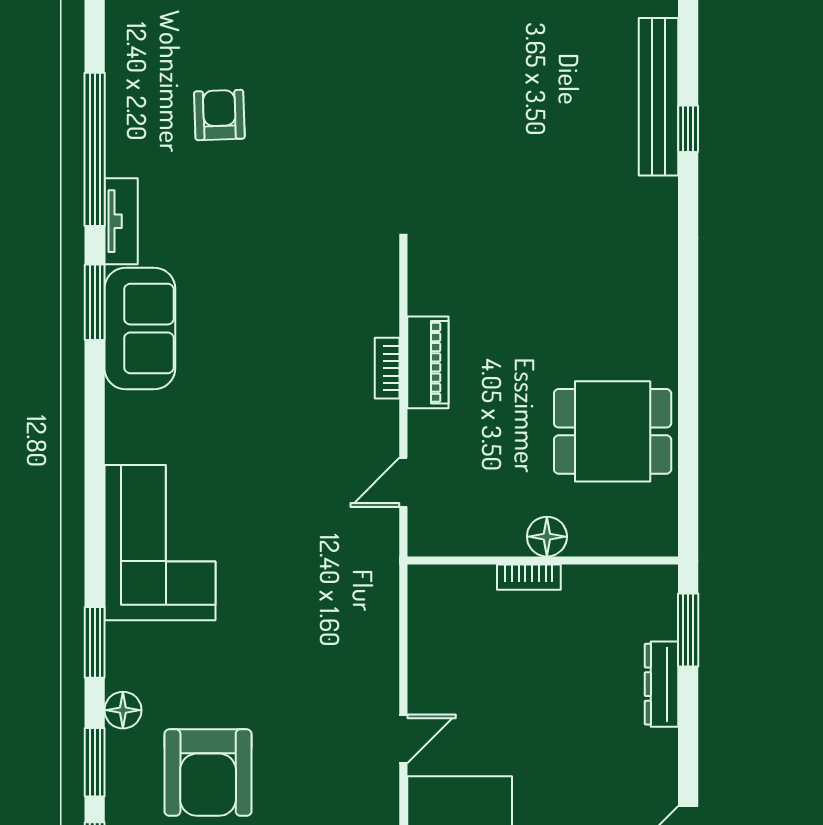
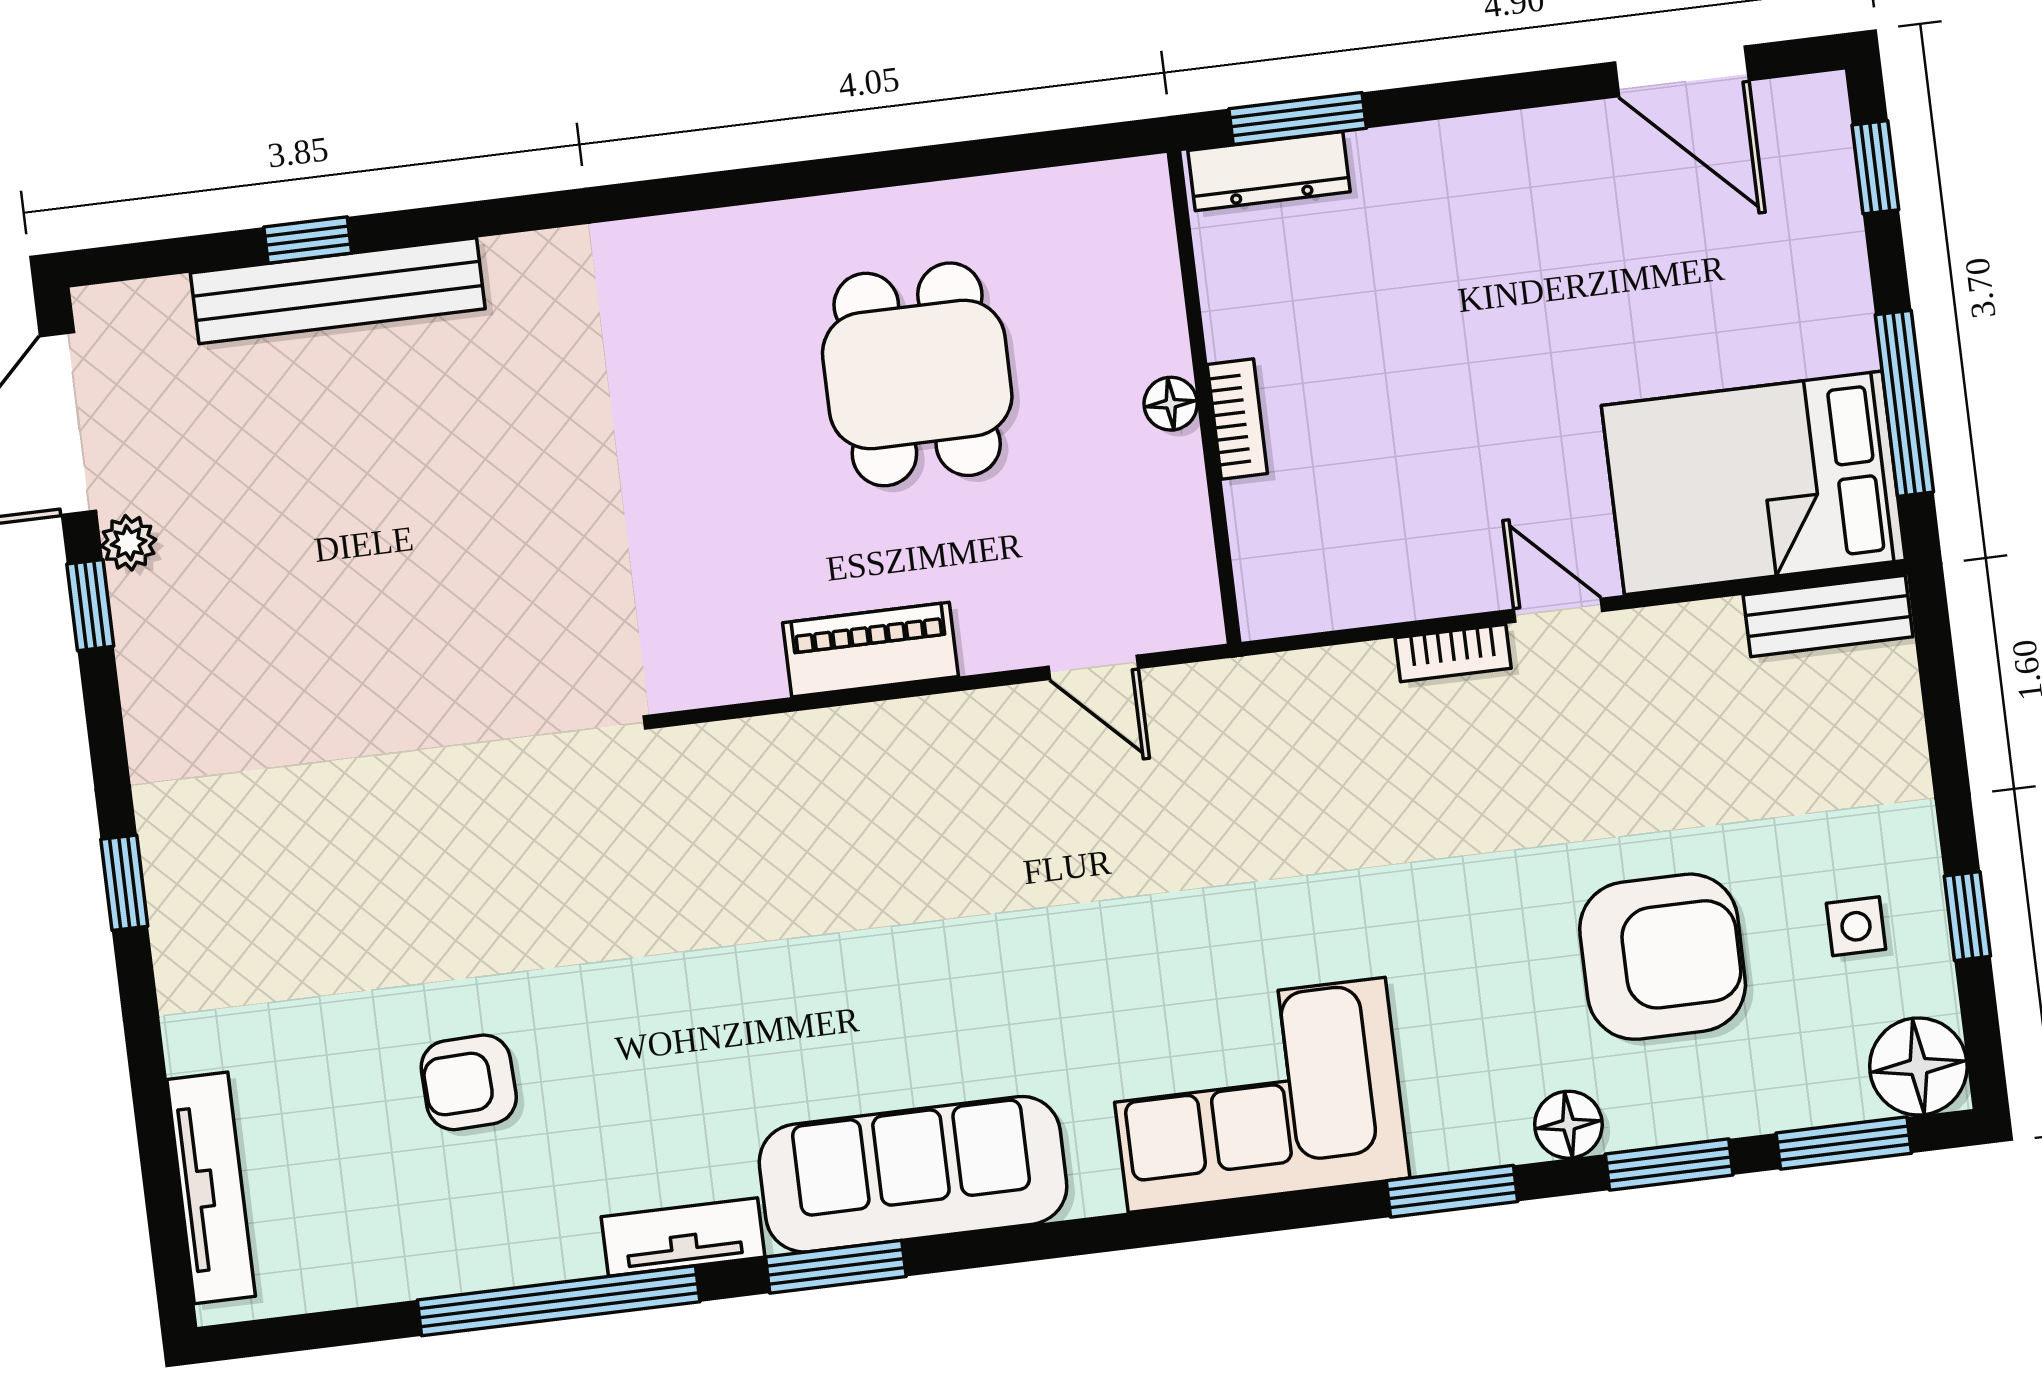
window: (688, 129) -> (308, 240), moved
sofa: (140, 328) -> (913, 1174), width x1.36
bookcase: (387, 368) -> (1453, 653), moved
dining table: (613, 431) -> (917, 374), moved
floor lamp: (547, 537) -> (1171, 404), width x0.73, depth x0.73
dresser: (661, 684) -> (1269, 171), moved

